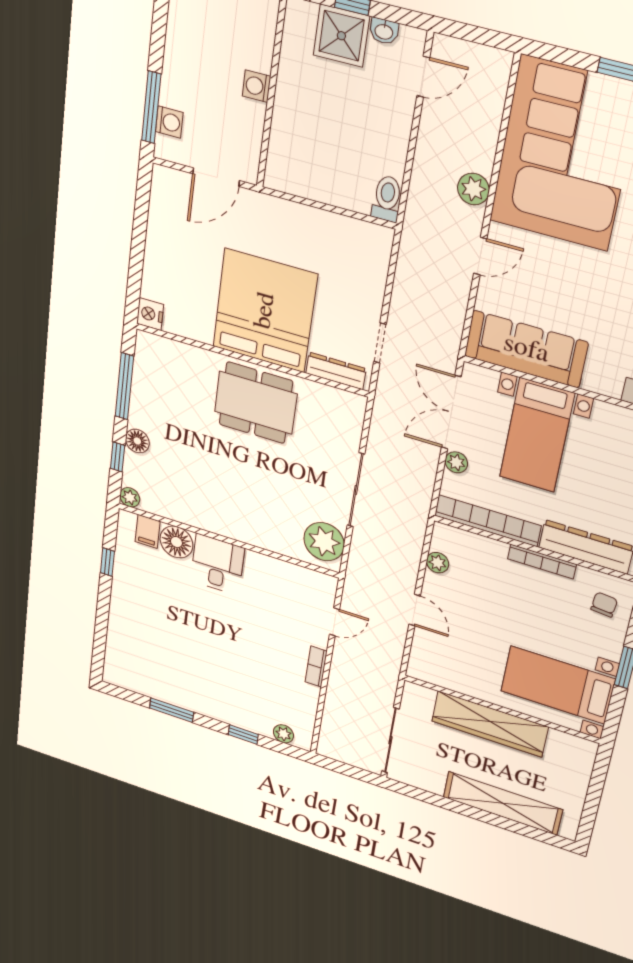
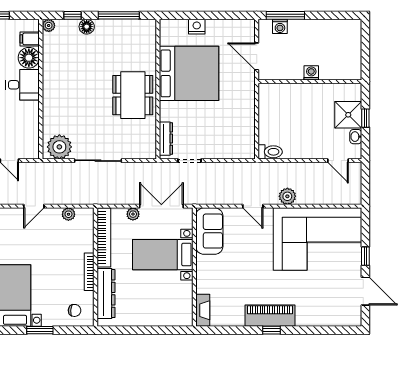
bed: (265, 311) -> (189, 73), moved
nightstand: (150, 314) -> (197, 27), moved
sofa: (526, 349) -> (209, 231), width x0.73

